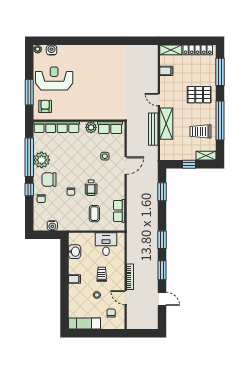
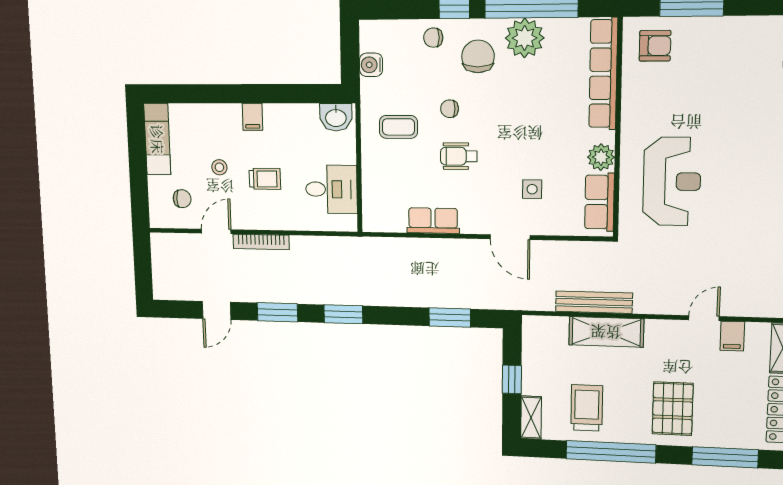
reception desk: (54, 78) -> (672, 181), moved
door: (159, 100) -> (704, 318), moved
row of seats: (119, 211) -> (433, 221), moved
coffee table: (94, 214) -> (398, 127), moved
washbasin: (75, 252) -> (336, 117), moved

